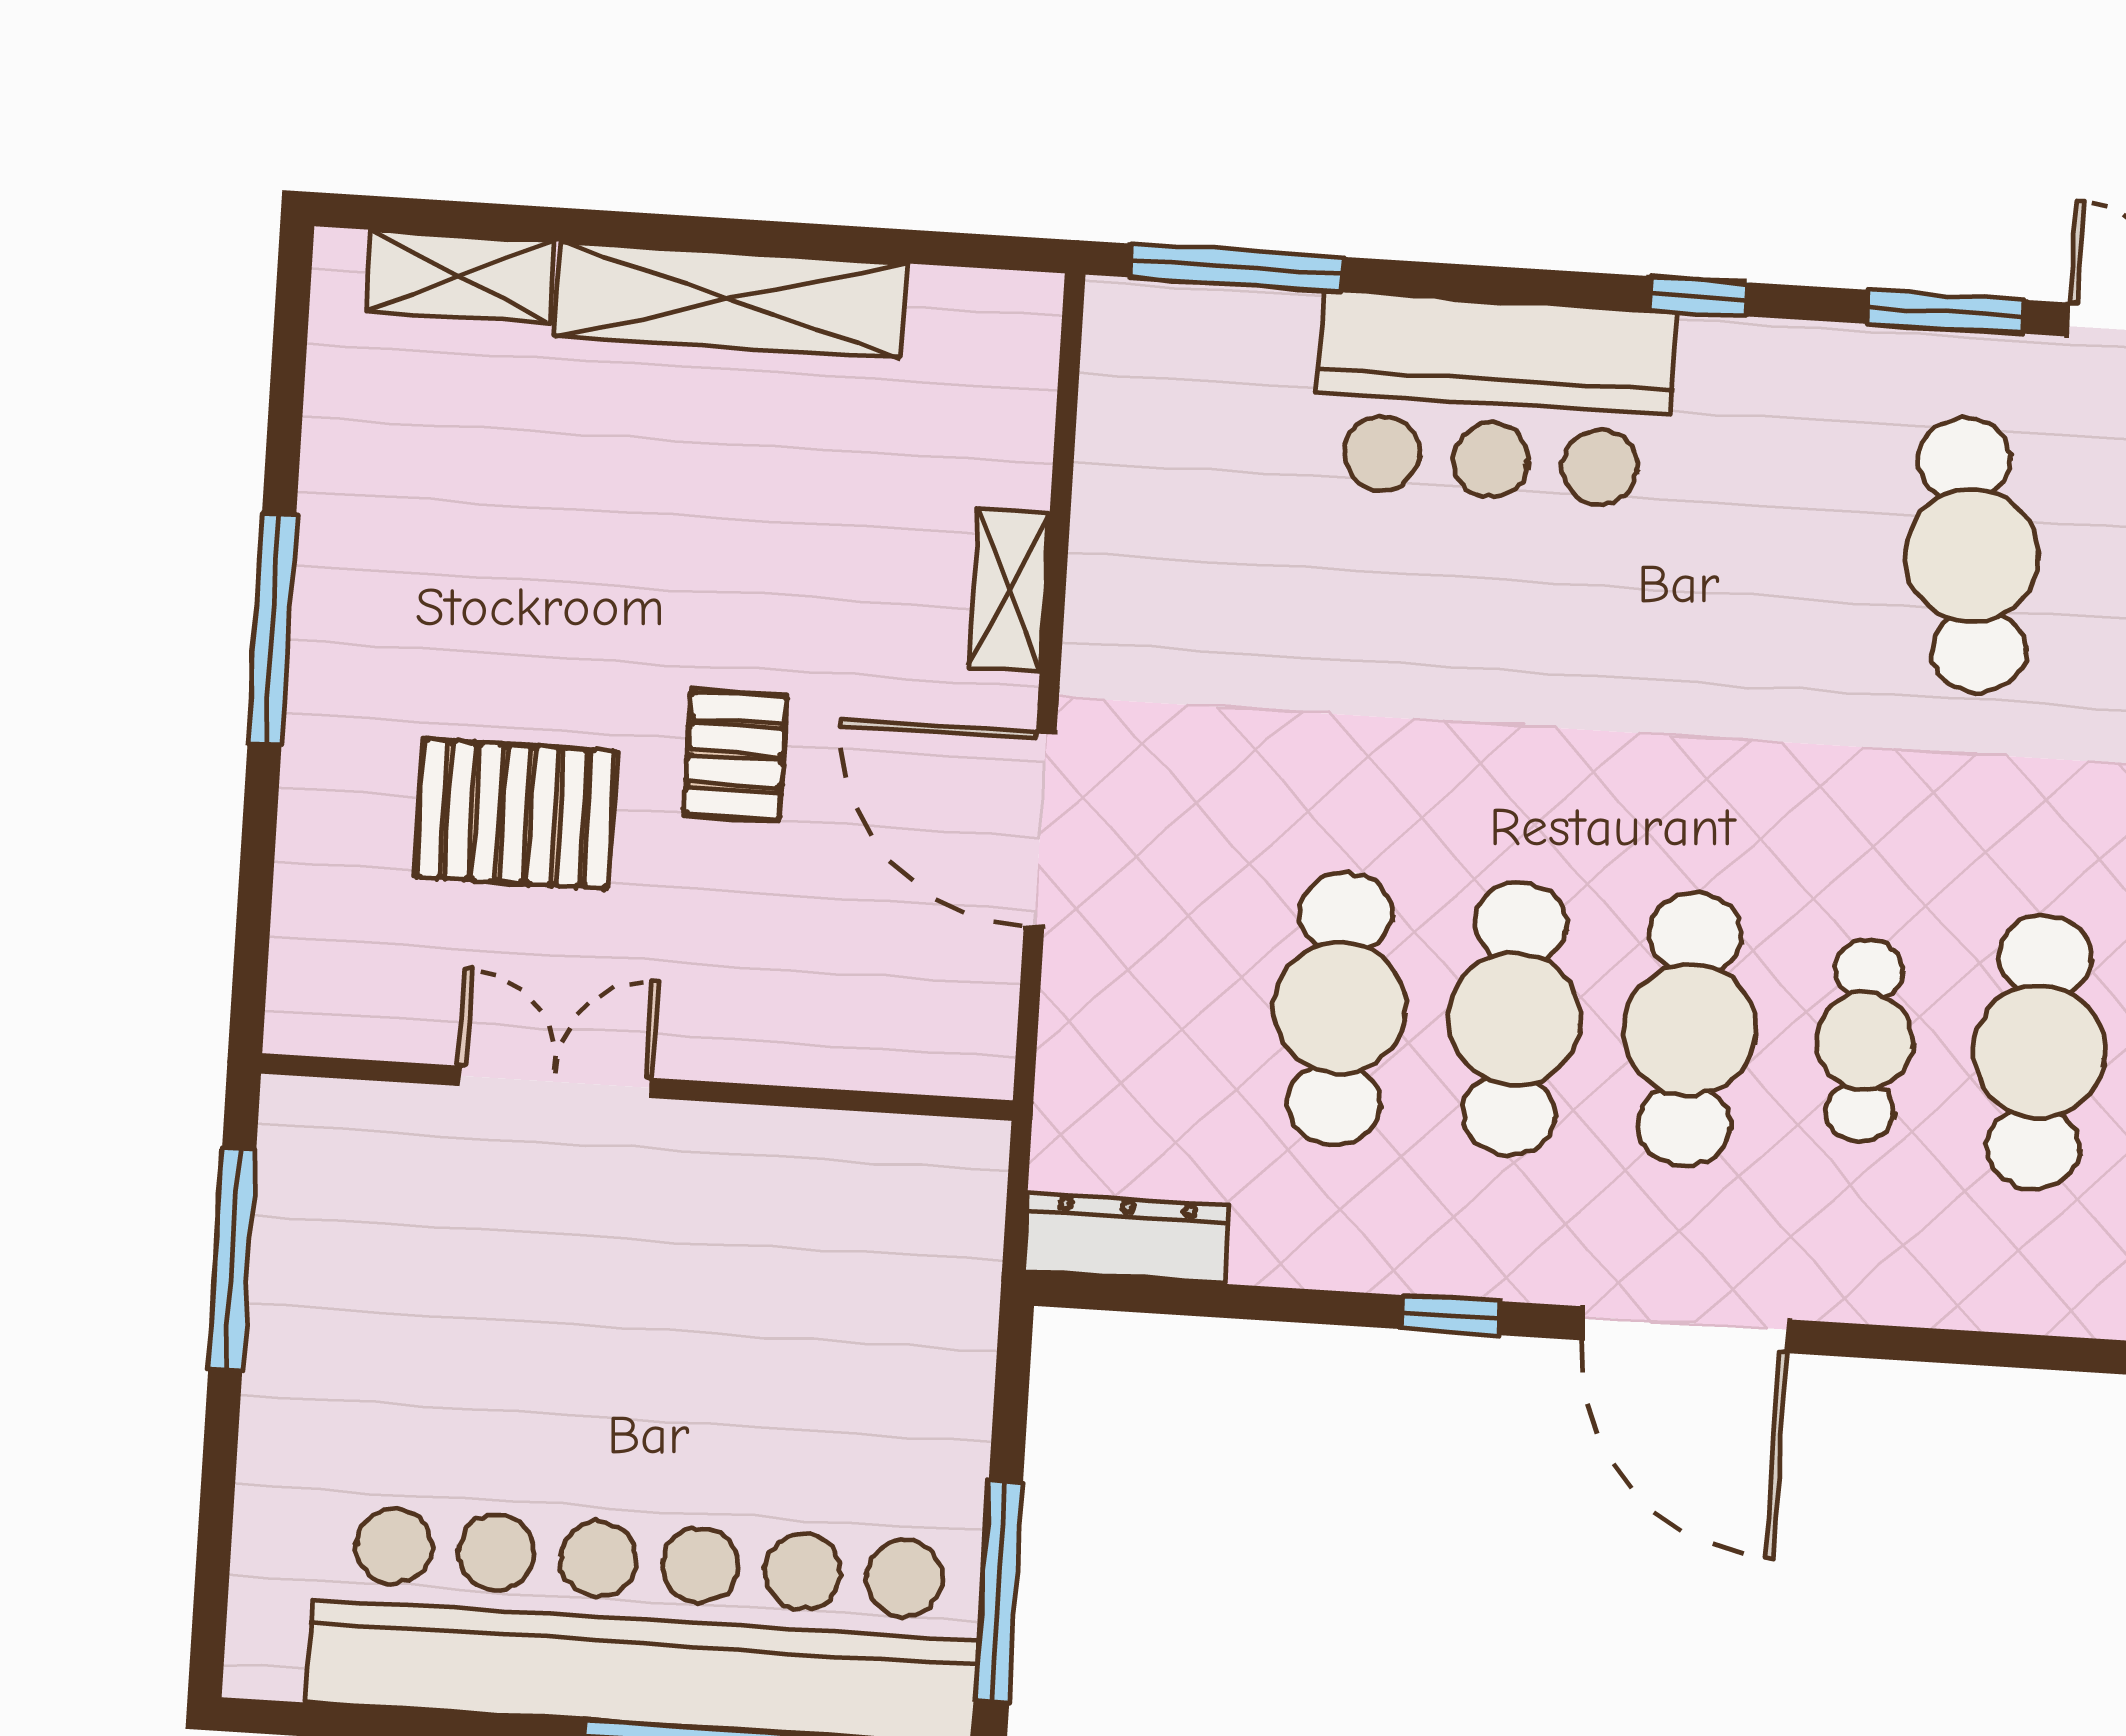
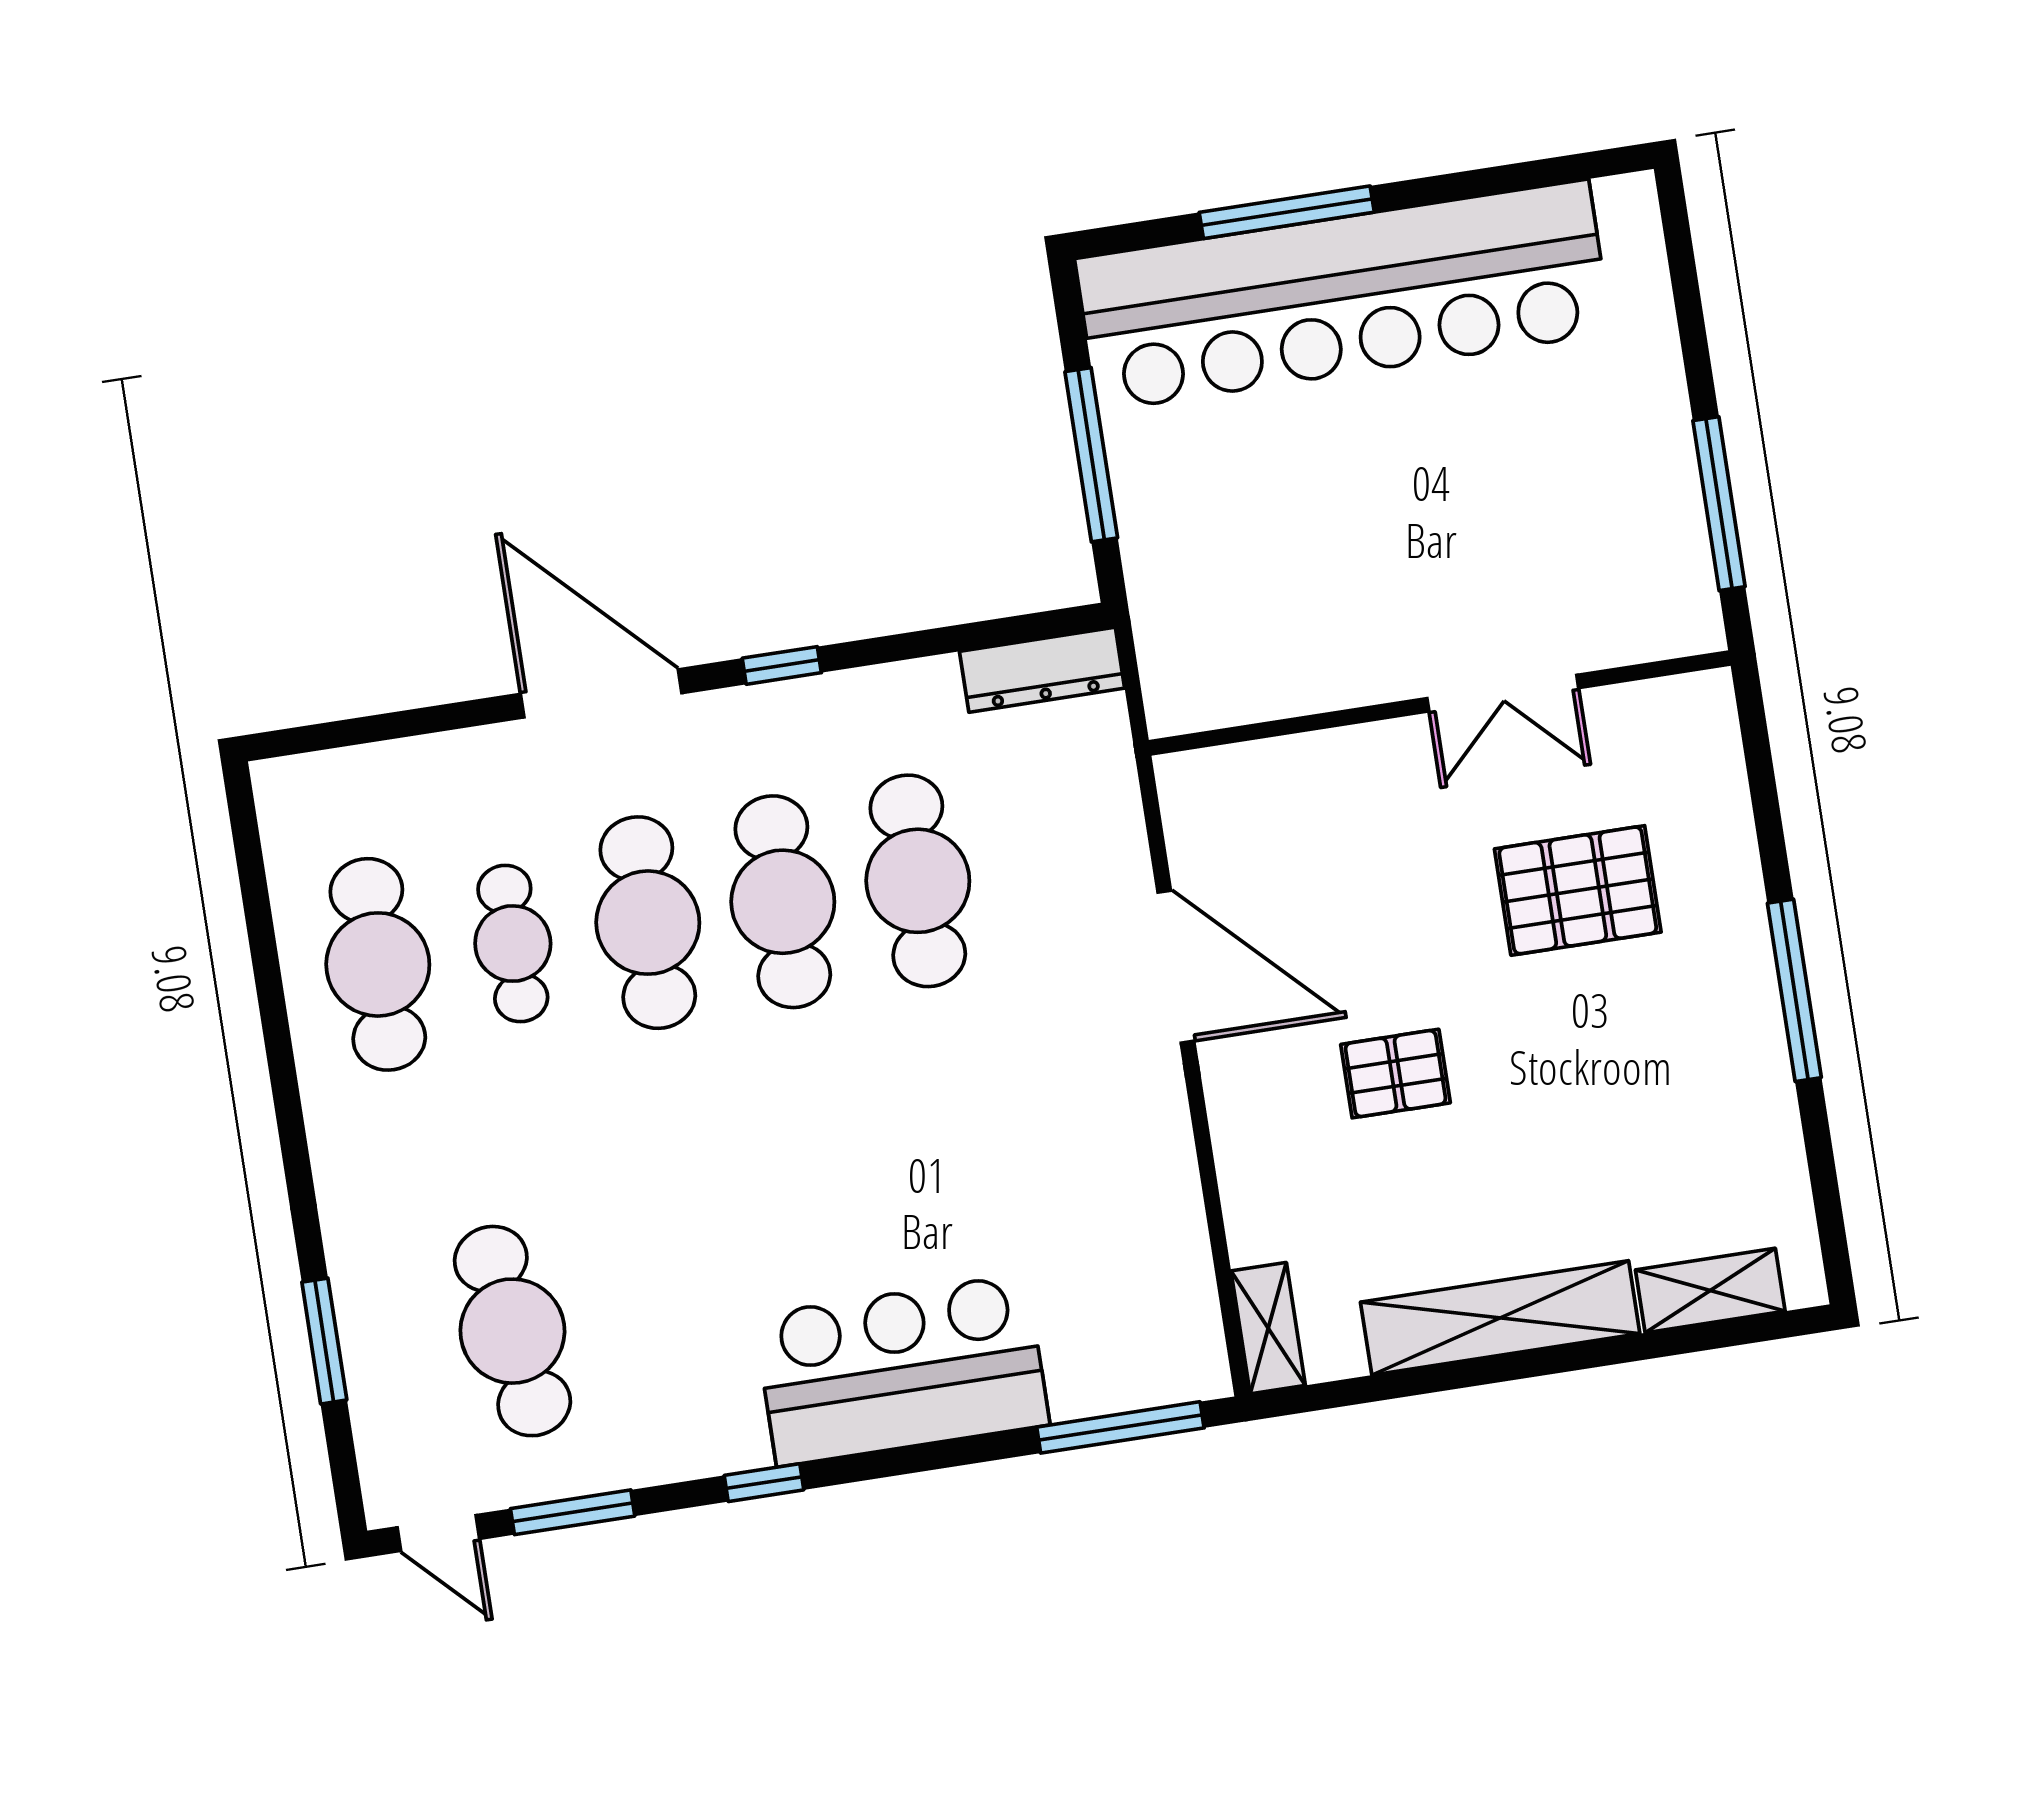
shelving: (1009, 589) -> (1268, 1328), moved
pallet: (736, 755) -> (1395, 1074), moved, turned 90
window: (999, 1592) -> (1091, 455), moved

